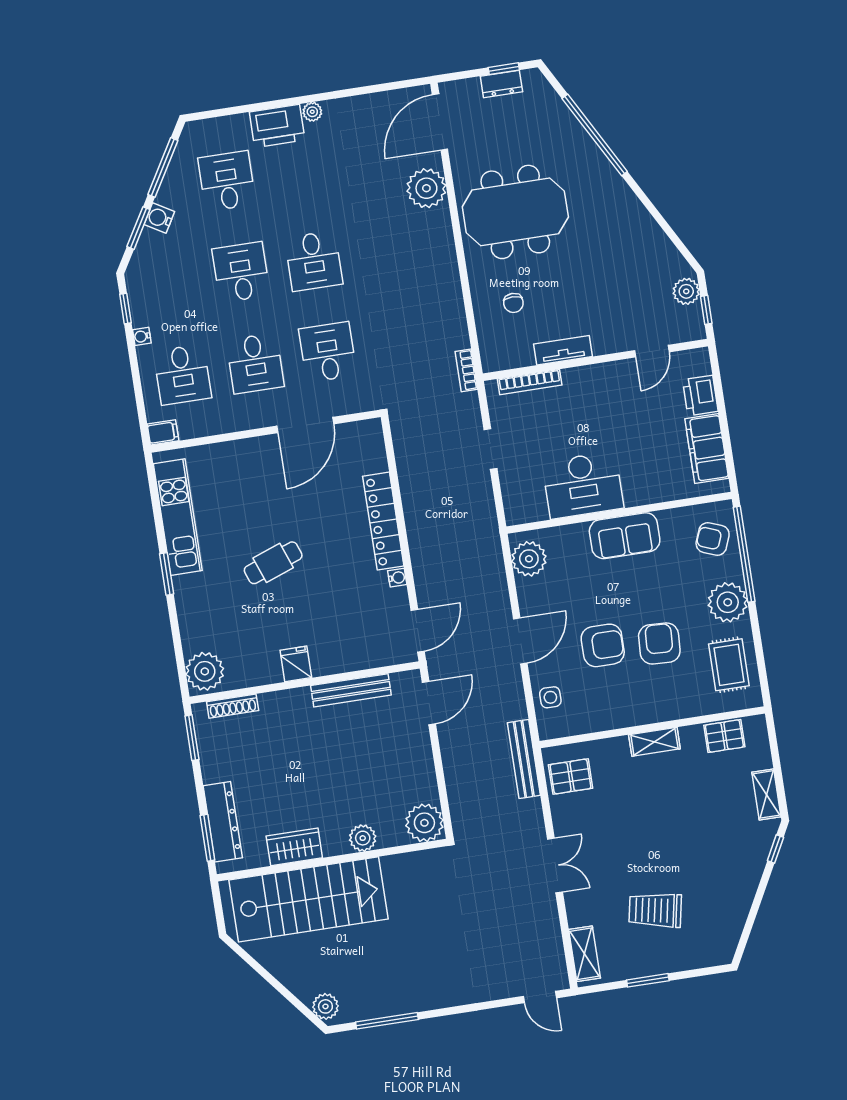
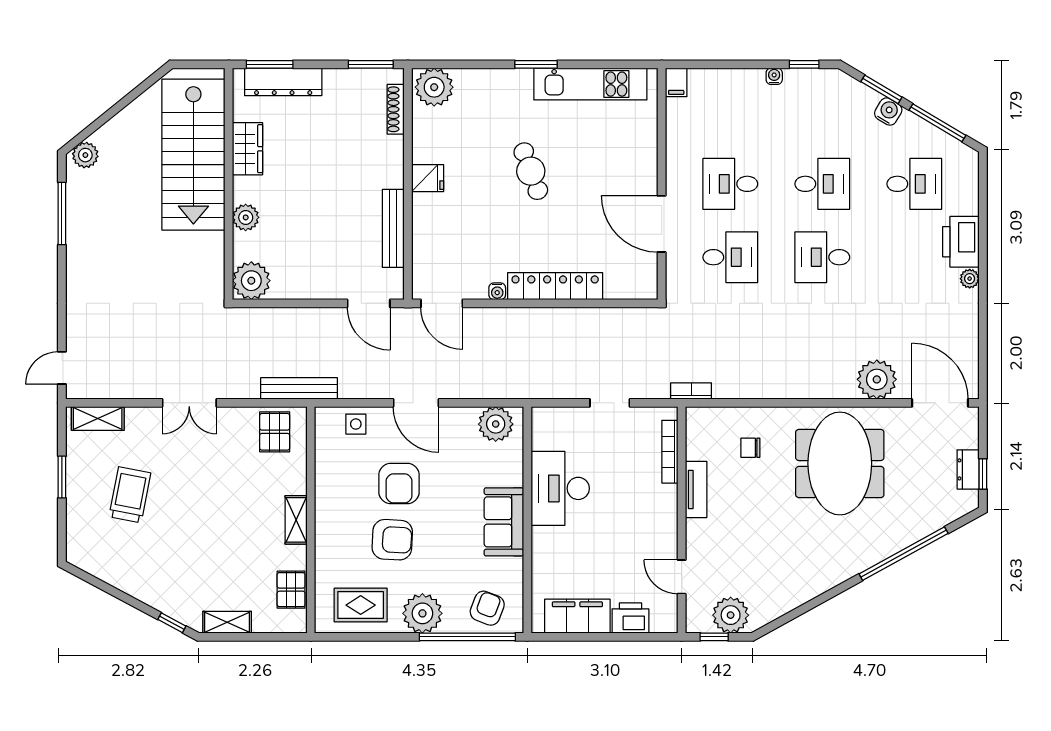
plant: (686, 291) -> (731, 615), width x1.36, depth x1.36
desk: (182, 375) -> (730, 111), removed

